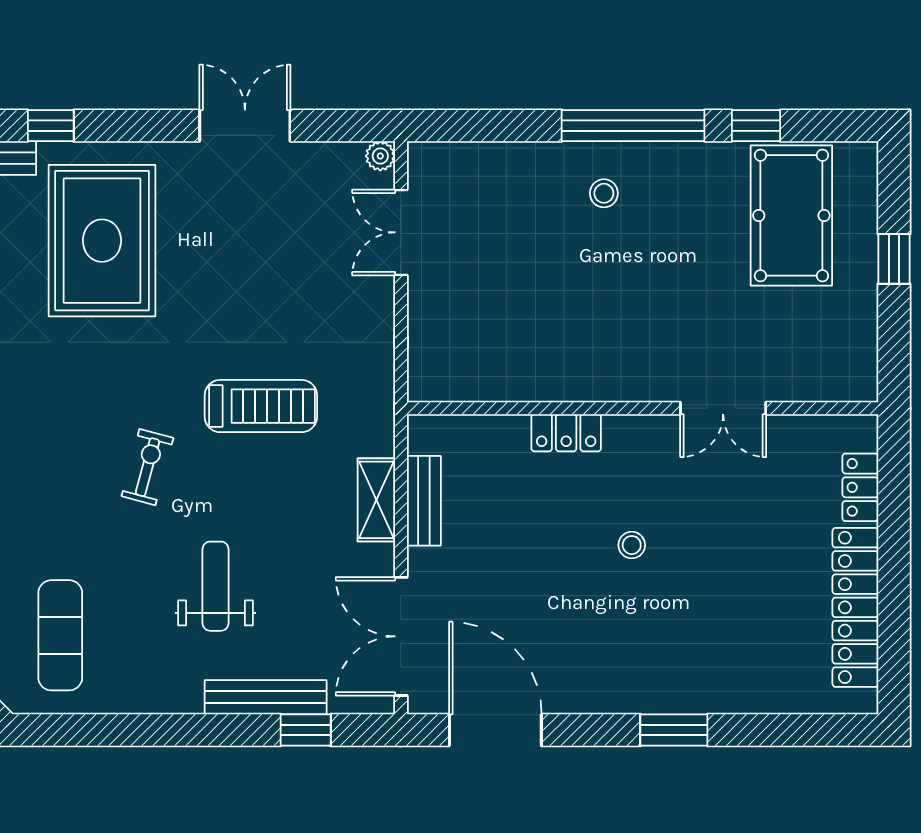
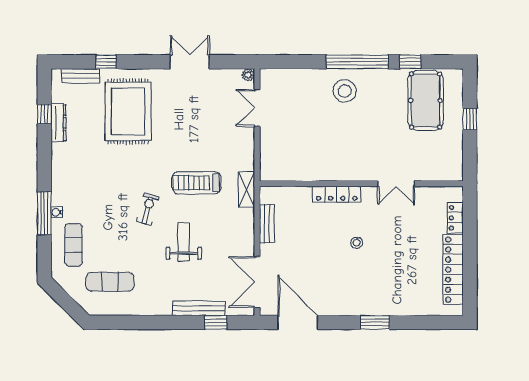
stool: (604, 193) -> (345, 91), width x1.89, depth x1.89
treadmill: (261, 406) -> (197, 183), turned 180
locker: (566, 433) -> (337, 194), width x1.53
shelving: (376, 500) -> (246, 189), moved
weight bench: (216, 586) -> (184, 242), moved
exercise mat: (60, 635) -> (110, 282), turned 90

